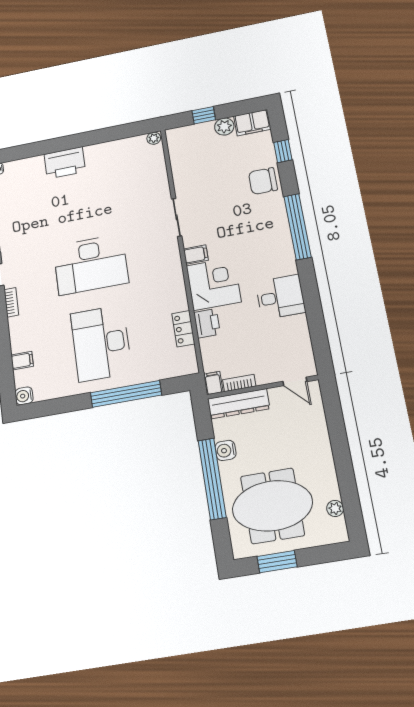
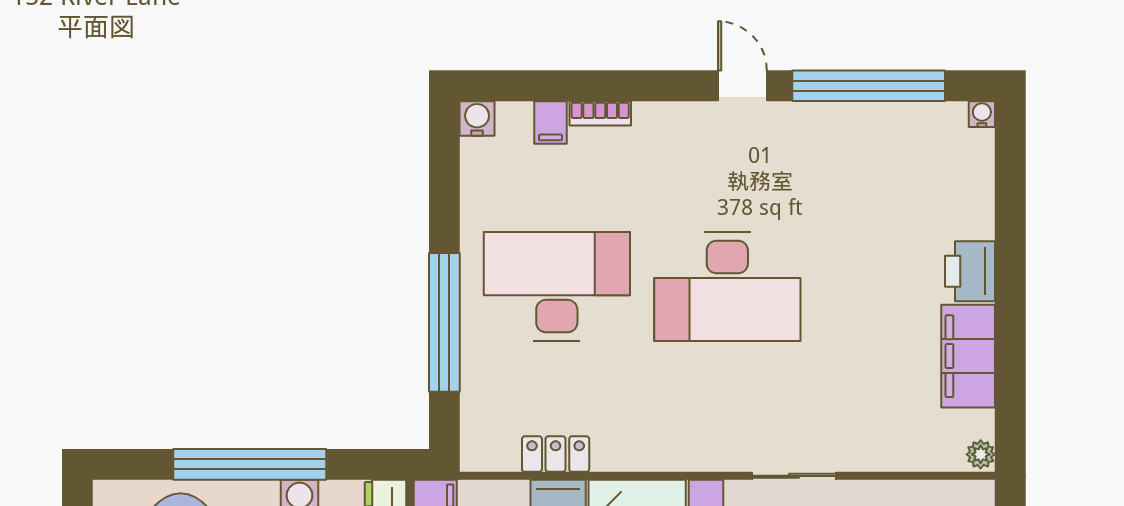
filing cabinet: (109, 153) -> (968, 356), added
printer: (65, 163) -> (970, 271), width x0.73, depth x0.84
desk: (91, 265) -> (727, 287), turned -90
bookcase: (11, 302) -> (600, 113), moved

